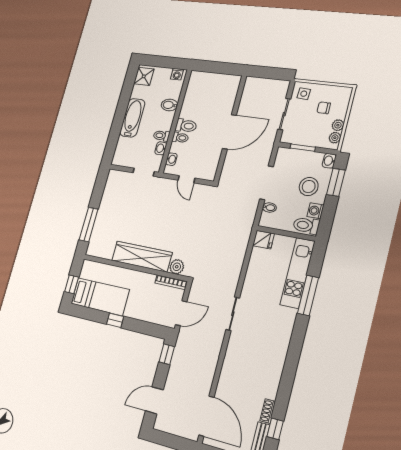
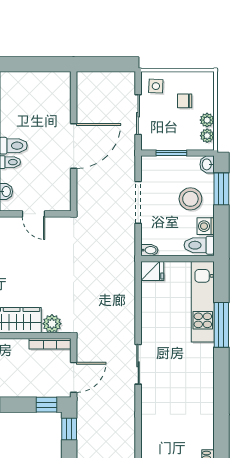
bidet: (269, 207) -> (149, 250), moved
window: (155, 330) -> (47, 405), added

